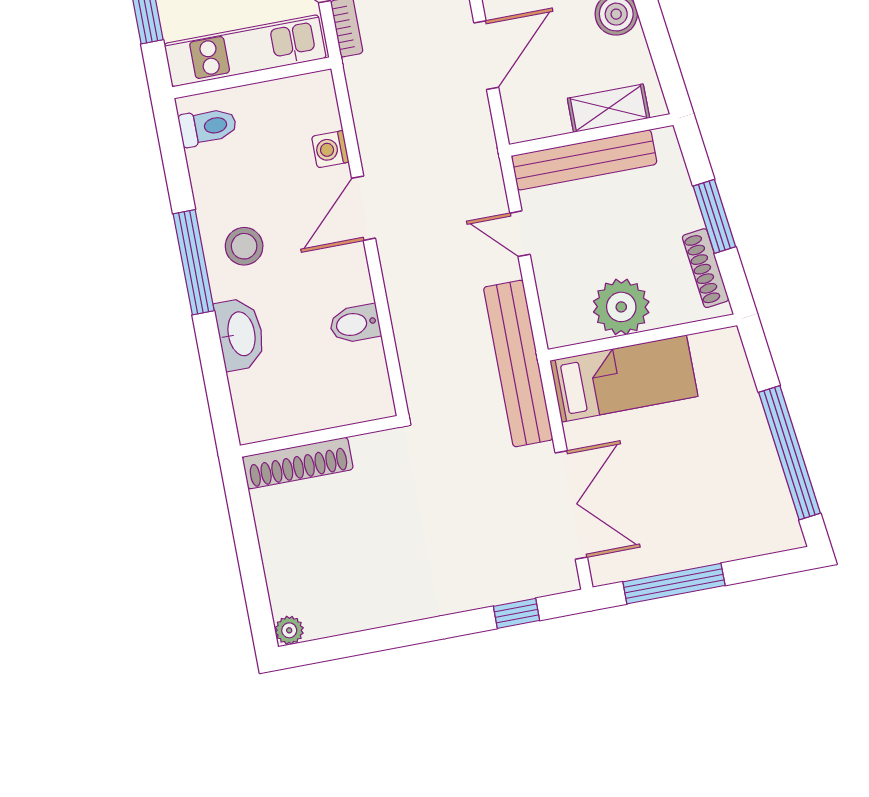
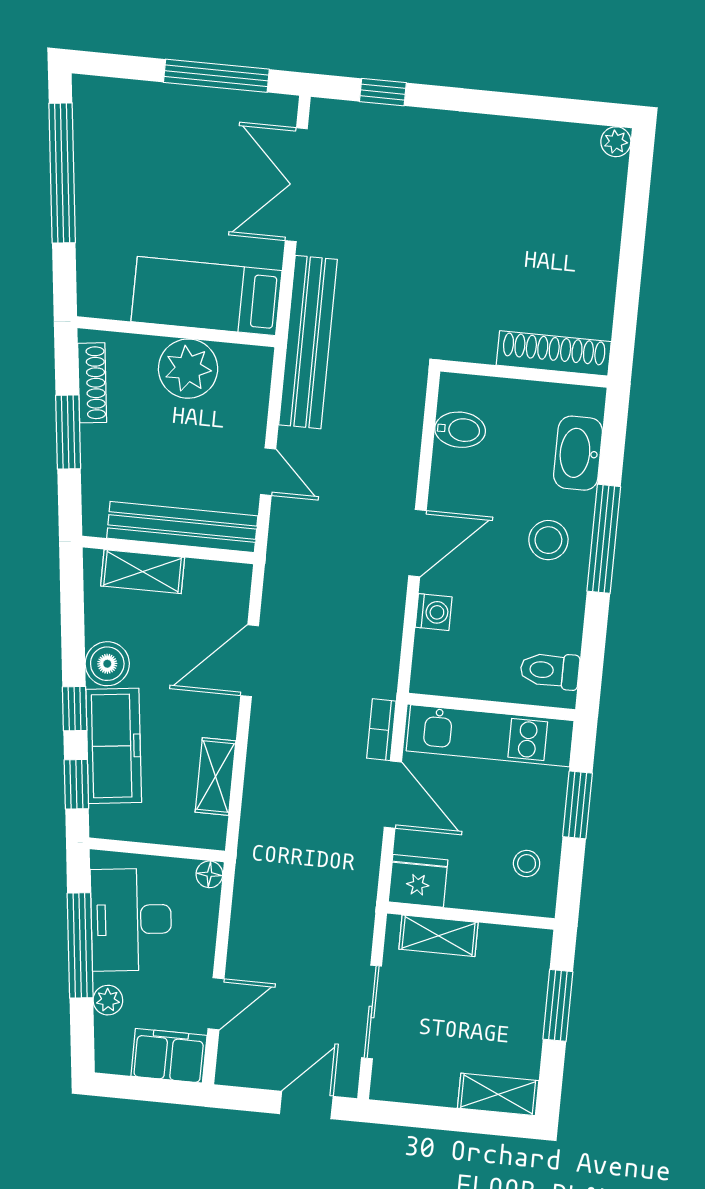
wall: (319, 436) -> (524, 374), moved
shoe rack: (298, 463) -> (554, 353), moved

